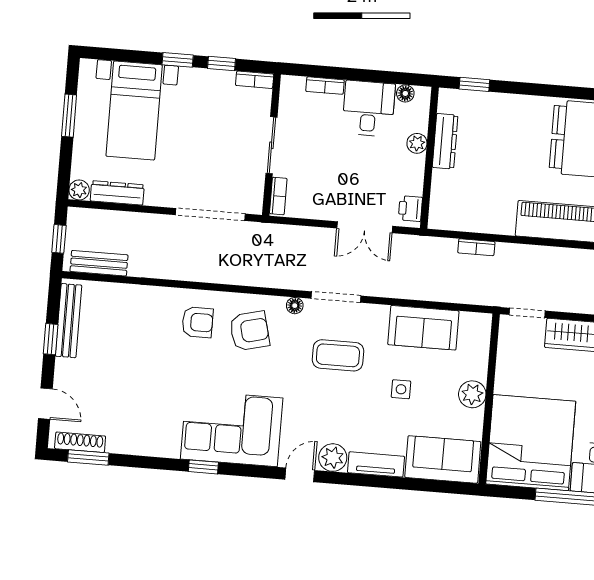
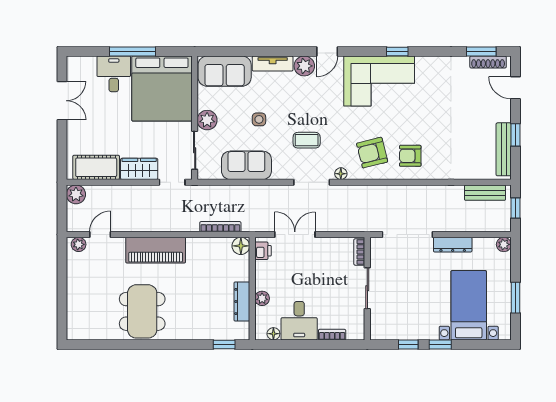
bookcase: (255, 80) -> (383, 335), removed
dresser: (117, 193) -> (453, 245), moved
floor lamp: (440, 218) -> (241, 246), added
bookcase: (476, 247) -> (220, 227), width x1.56
sliding door: (493, 354) -> (195, 150), added
coffee table: (338, 355) -> (307, 140), width x0.73, depth x0.77

